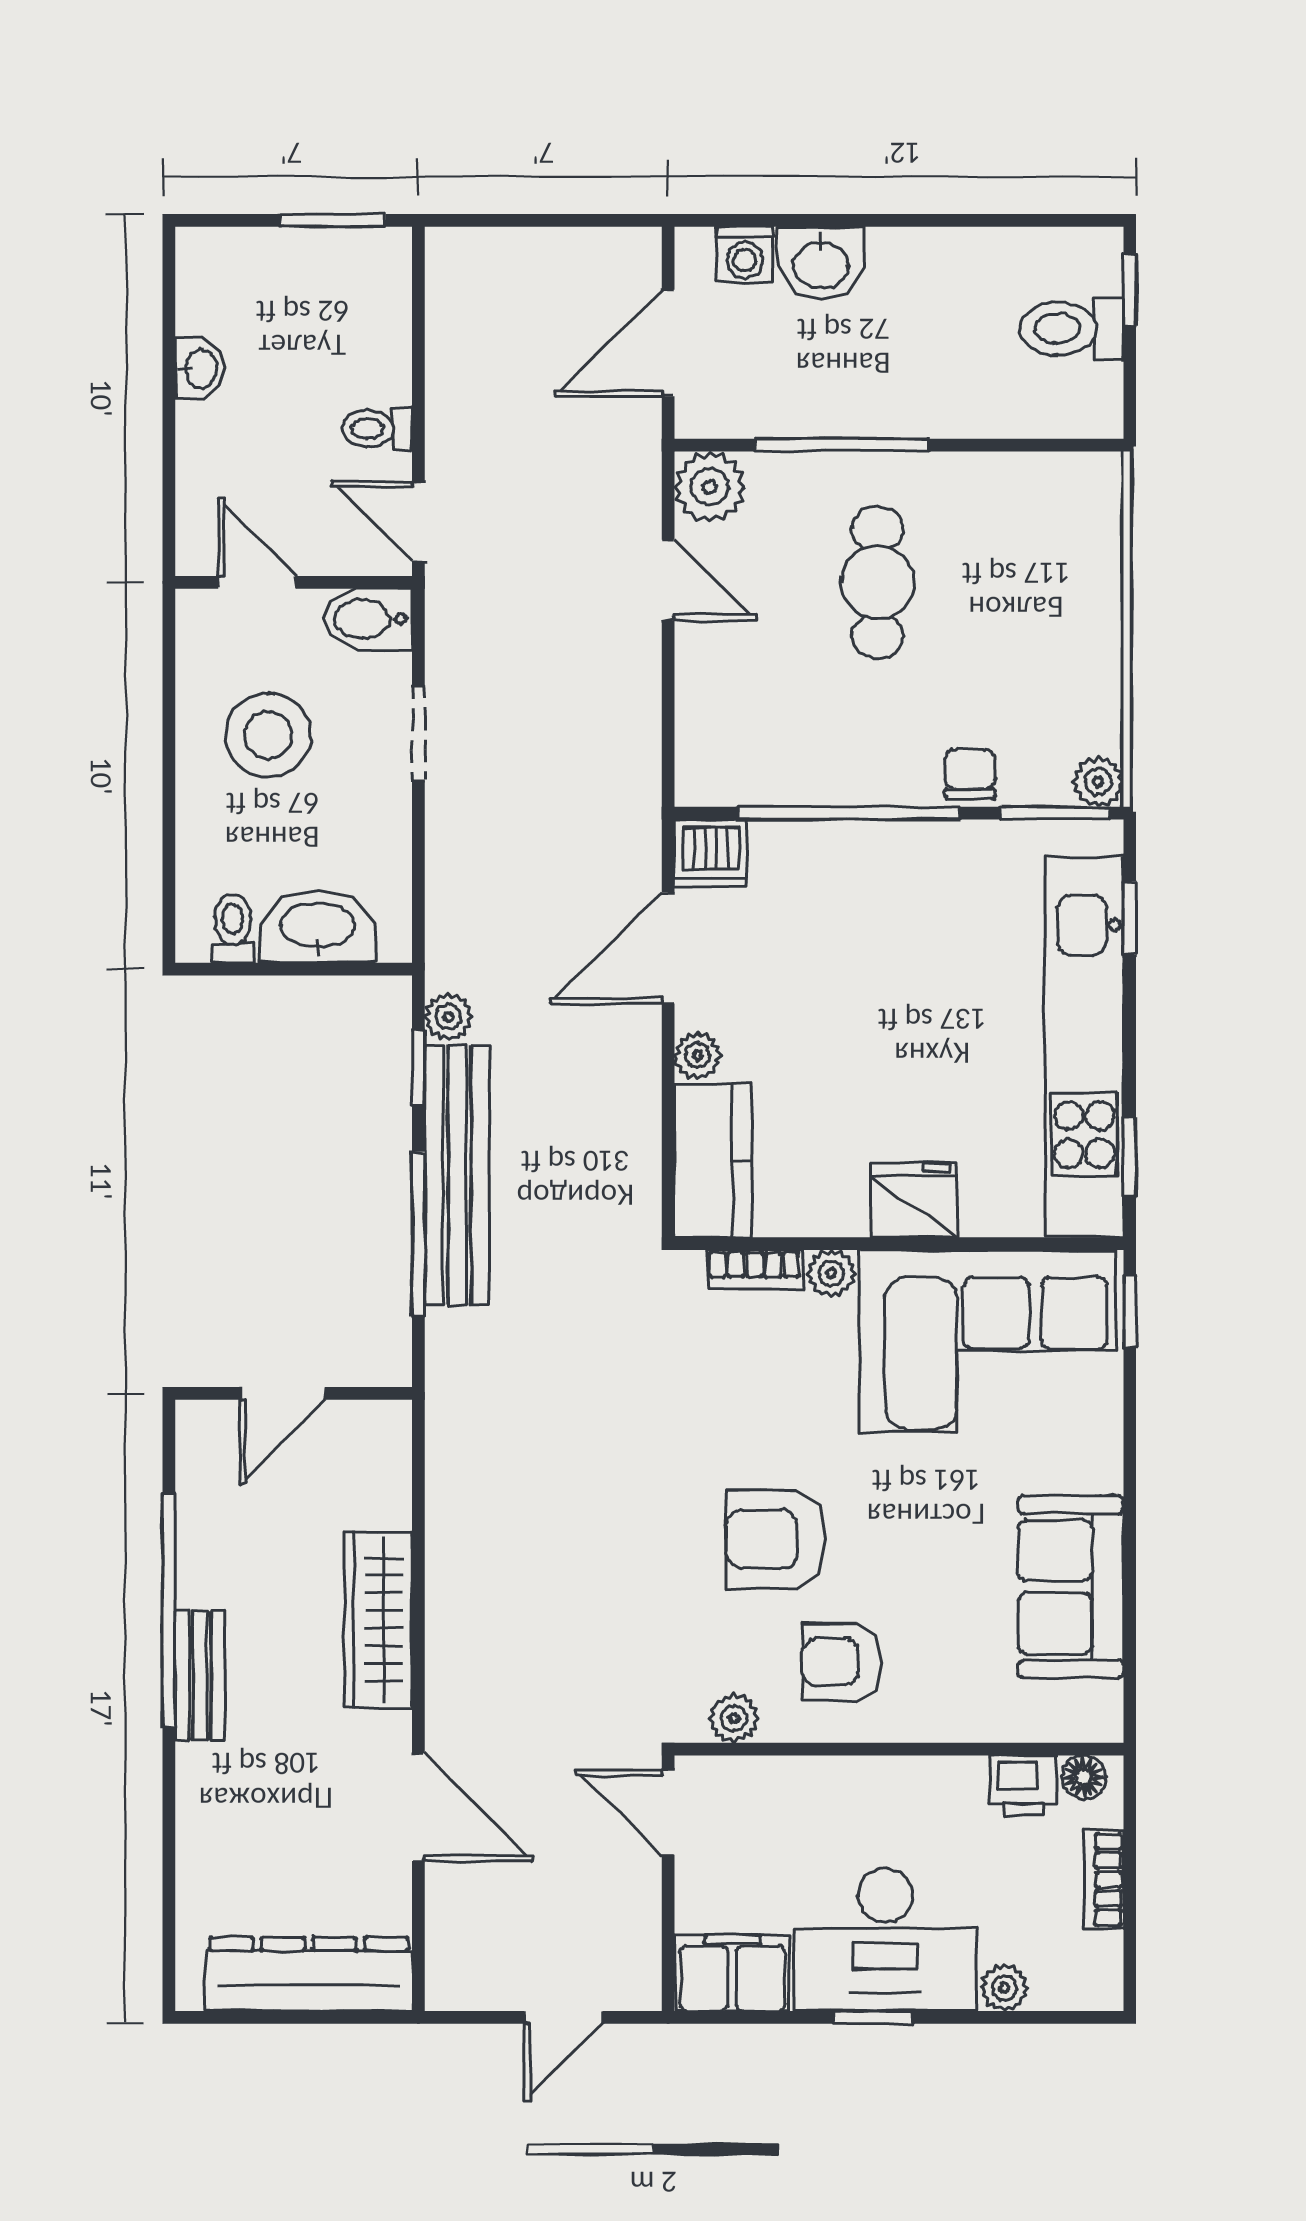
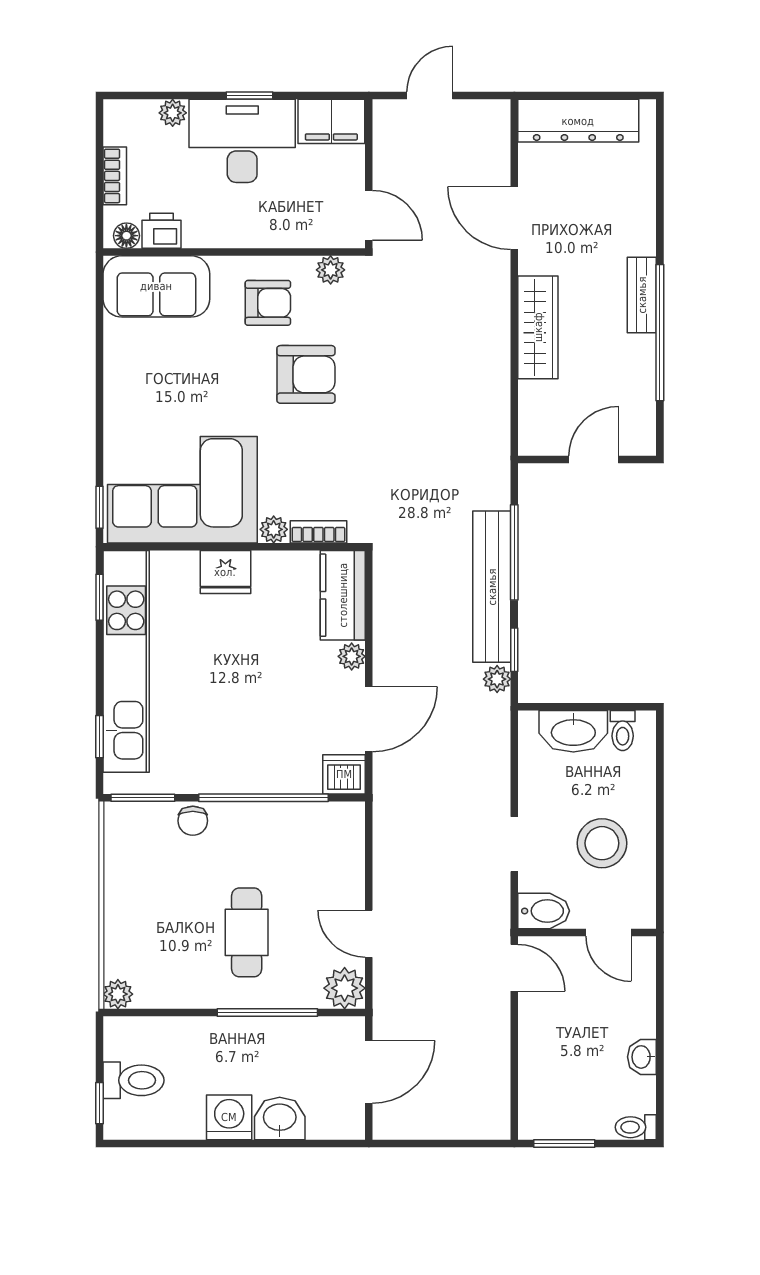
washing machine: (745, 255) -> (229, 1117), moved, width x1.38, depth x1.38
toilet: (377, 429) -> (636, 1127), moved, turned 180
plant: (1098, 782) -> (118, 994), moved
sofa: (1071, 1587) -> (156, 286), moved, turned 90

